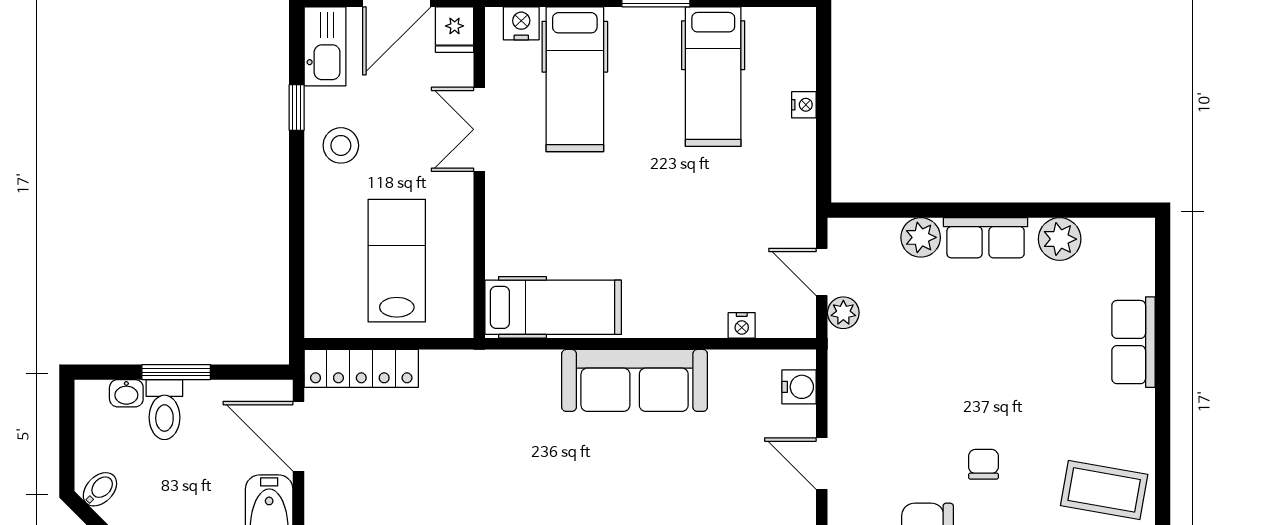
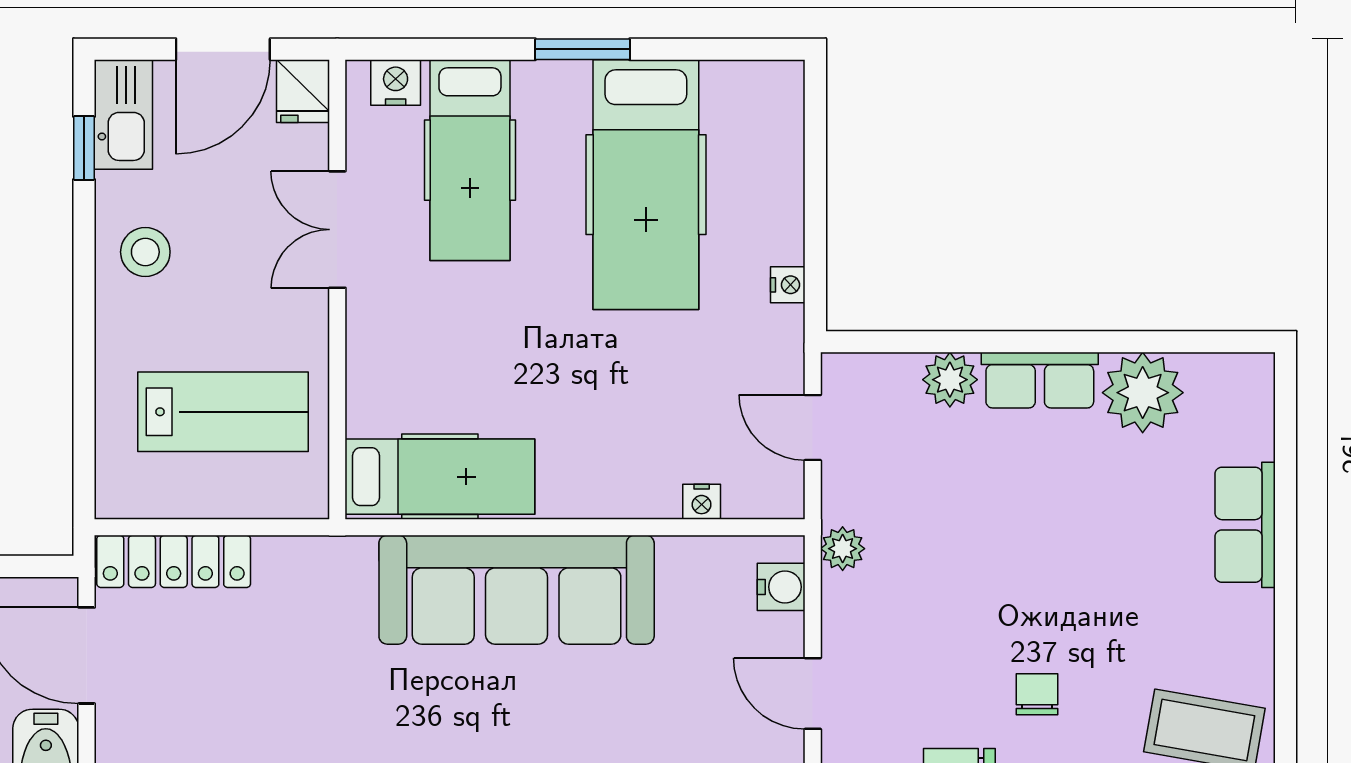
hospital bed: (713, 77) -> (646, 185), width x1.37, depth x1.29
nightstand: (804, 105) -> (788, 285), moved
window: (297, 108) -> (84, 148), moved
plant: (1060, 239) -> (1143, 393), width x1.36, depth x1.36
lab bench: (397, 261) -> (223, 412), turned 90
plant: (843, 313) -> (843, 549), moved
sofa: (635, 380) -> (517, 590), width x1.36, depth x1.27

